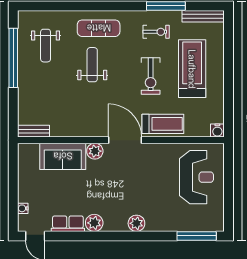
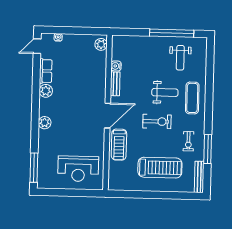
weight bench: (46, 46) -> (180, 58), turned -90
exercise bike: (151, 76) -> (157, 121), moved, turned 180
bench: (34, 131) -> (115, 84), moved
water cooler: (217, 131) -> (116, 66), moved
plant: (95, 151) -> (101, 44), moved
sofa: (63, 156) -> (96, 68), removed

